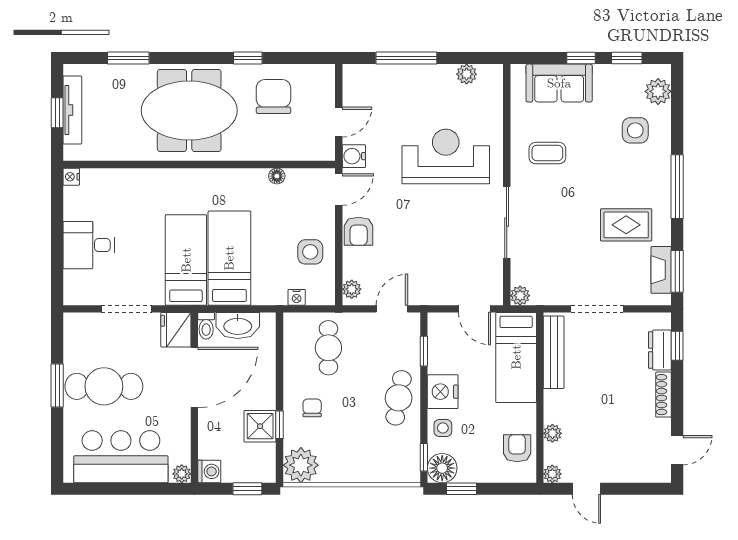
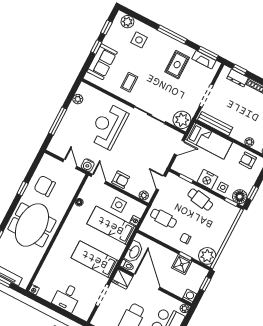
bed: (229, 258) -> (111, 225), moved
plant: (520, 296) -> (182, 120), width x1.87, depth x1.87

